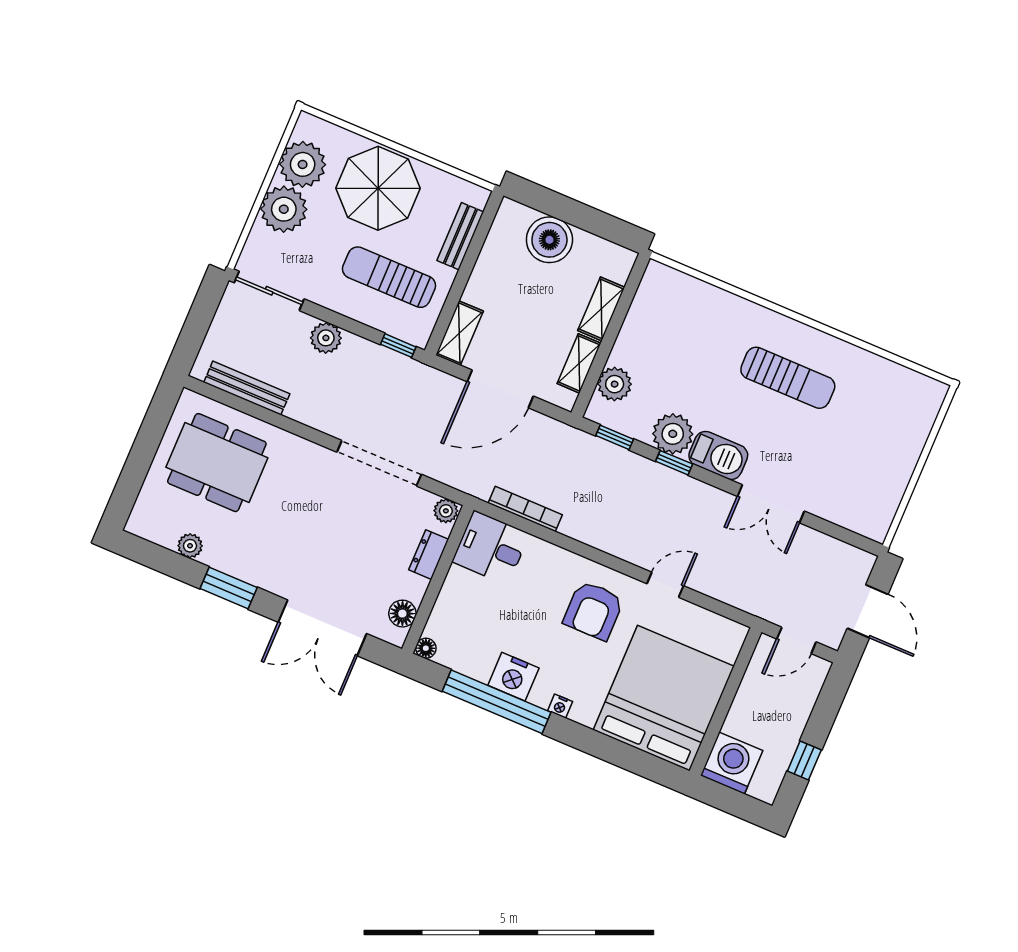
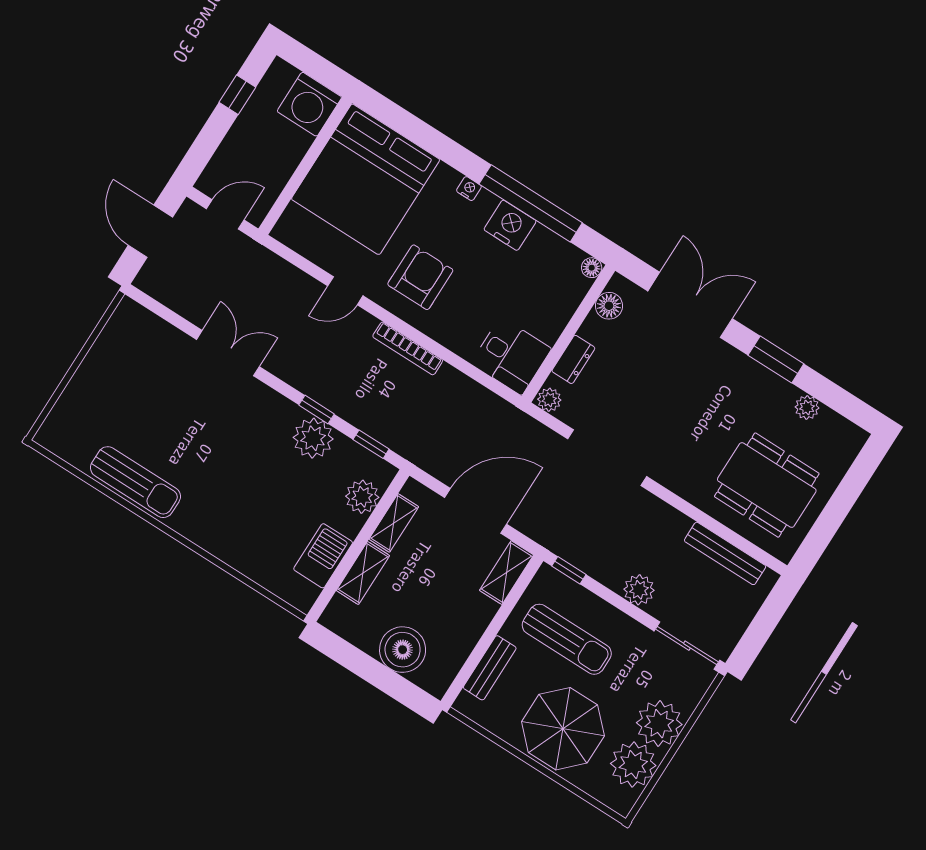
sun lounger: (788, 378) -> (135, 482), moved, turned 180
barbecue: (718, 455) -> (323, 556), moved, turned 90
bookcase: (525, 509) -> (408, 348), moved

